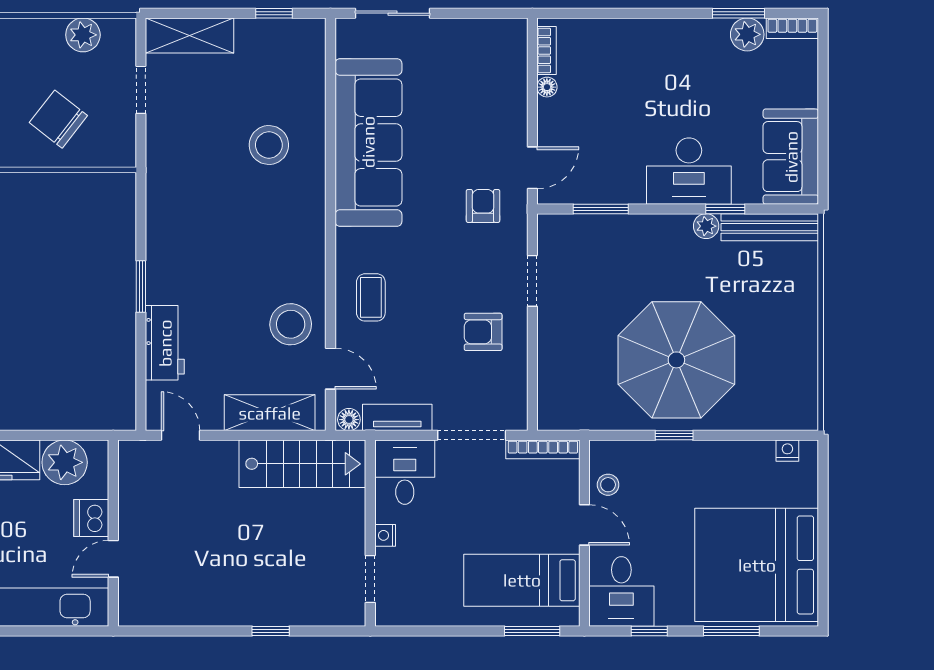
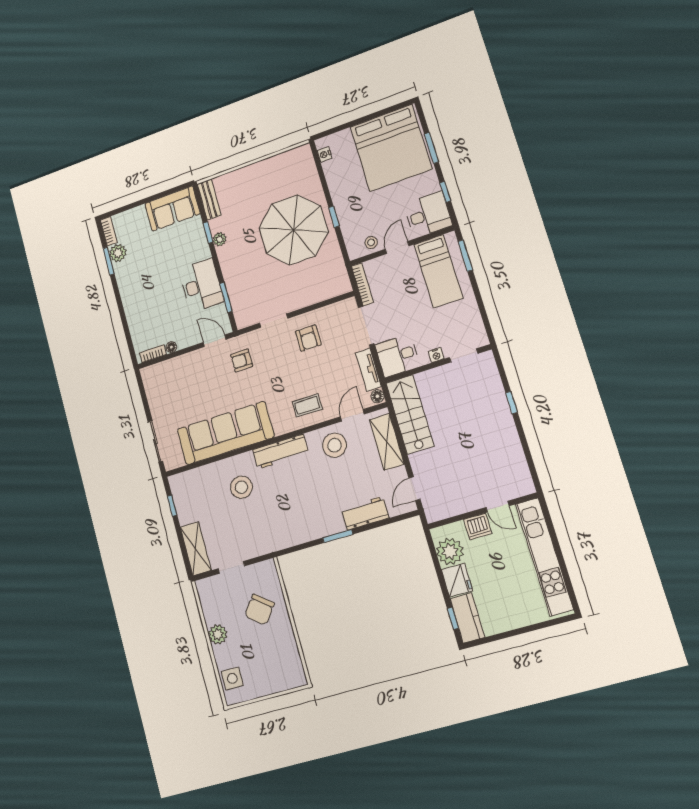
plant: (83, 35) -> (218, 634), moved
desk: (689, 171) -> (201, 285), moved
bench: (770, 227) -> (209, 200), width x0.73
workbench: (308, 230) -> (281, 452), added

